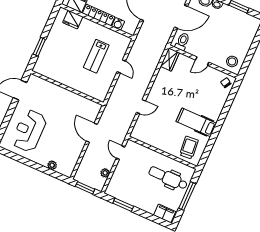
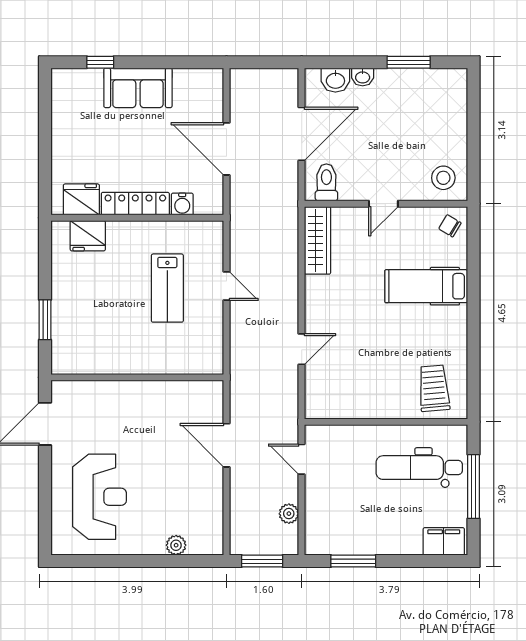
wardrobe: (170, 59) -> (317, 240), width x1.50
hospital bed: (196, 122) -> (426, 286), moved
reception desk: (29, 131) -> (99, 497), turned 180

